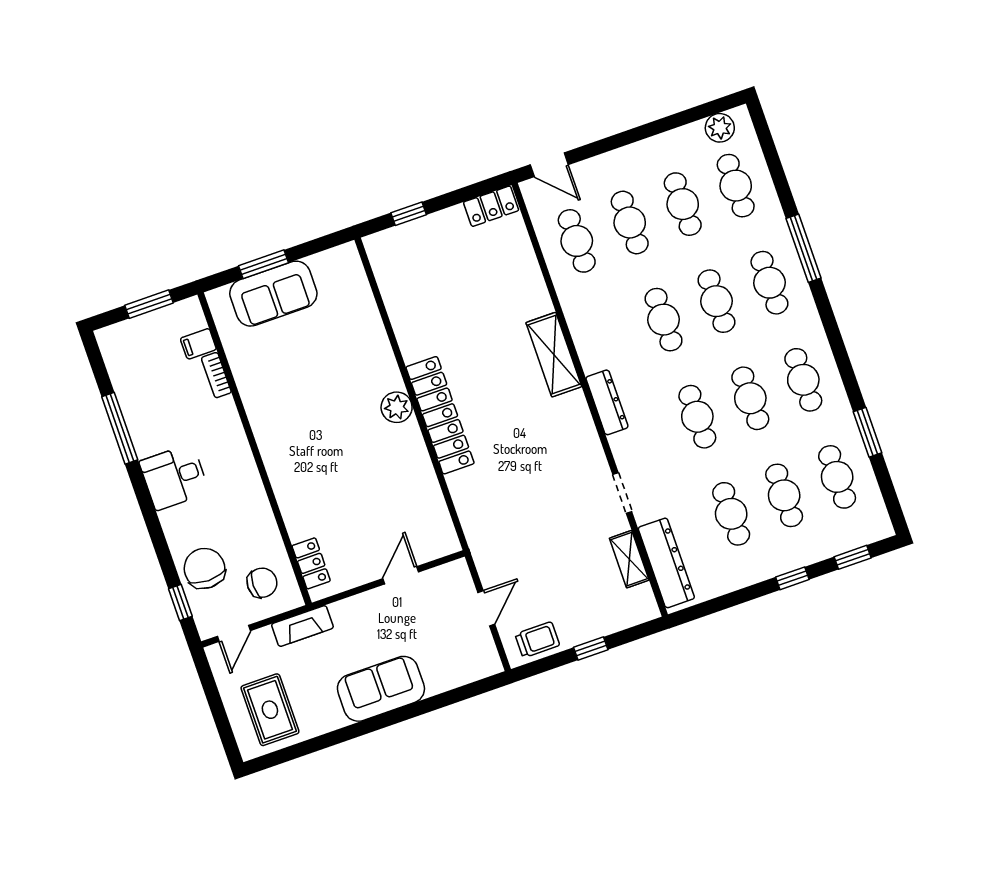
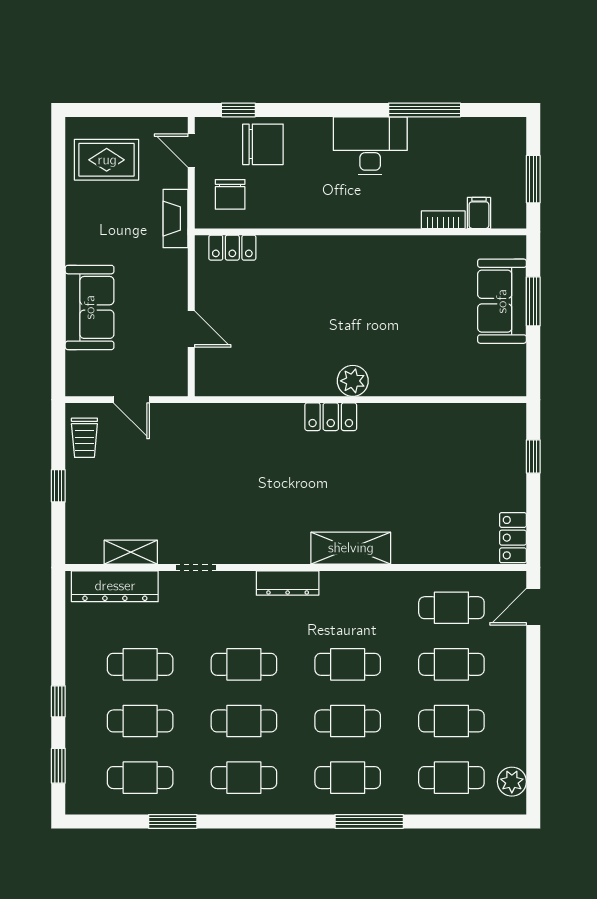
locker: (440, 415) -> (331, 417), width x0.46, depth x0.83
desk: (174, 477) -> (370, 146), width x1.37
sofa: (381, 689) -> (90, 307), moved

